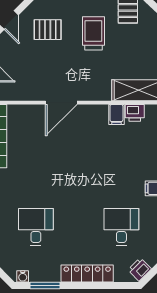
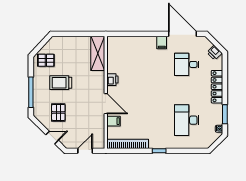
printer: (135, 113) -> (112, 80), moved
filing cabinet: (116, 114) -> (114, 121), moved
desk: (36, 227) -> (187, 120), width x1.37

